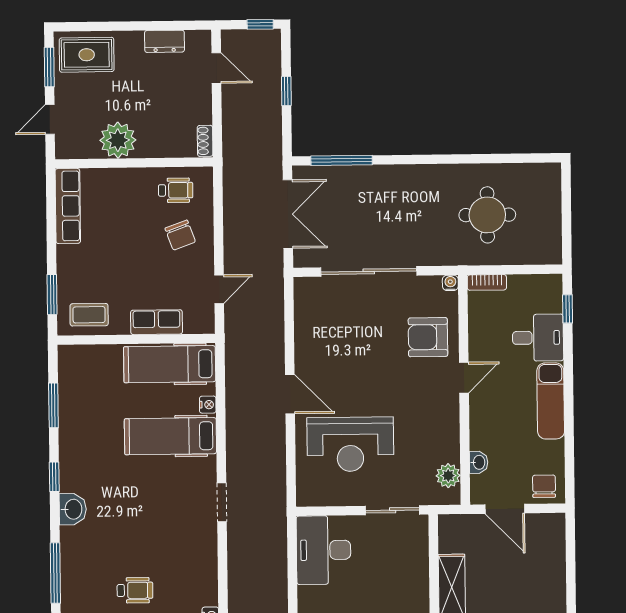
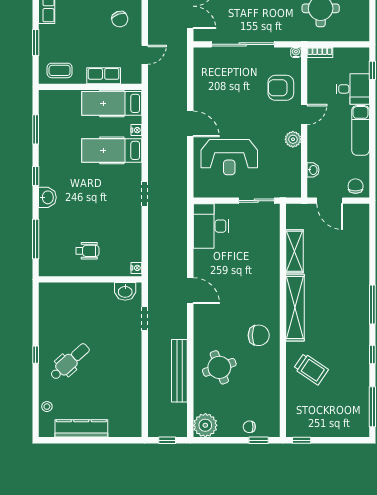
window: (52, 294) -> (36, 43), moved
plant: (448, 476) -> (293, 139), moved

